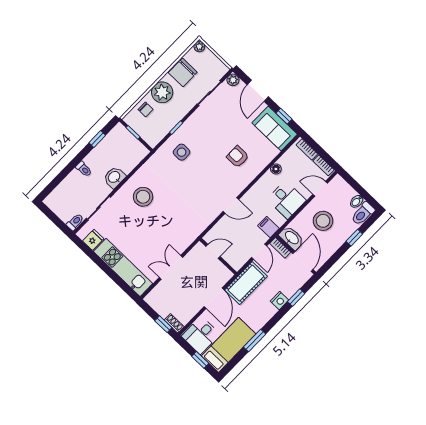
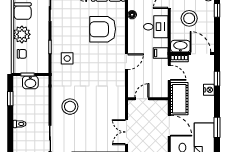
armchair: (238, 157) -> (103, 29), width x1.88, depth x1.88
washbasin: (114, 177) -> (30, 82), moved, turned -90

